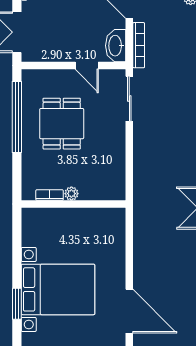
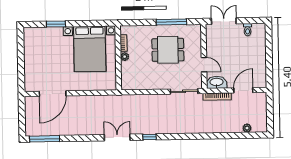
door: (87, 66) -> (204, 65), swing flipped
window: (17, 117) -> (171, 22), width x0.68
bed with nightstands: (58, 289) -> (90, 49), moved

